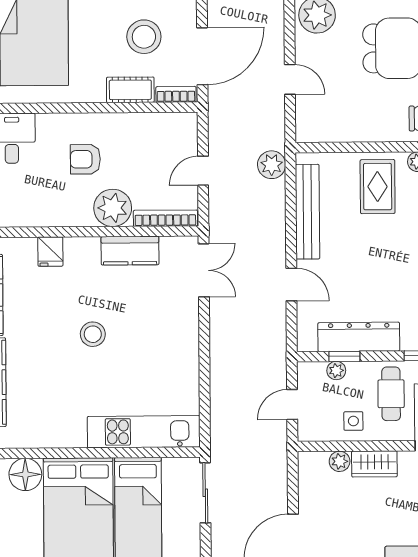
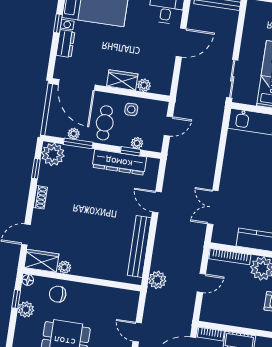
rug: (378, 187) -> (92, 255), removed
double door: (204, 270) -> (213, 207), moved

